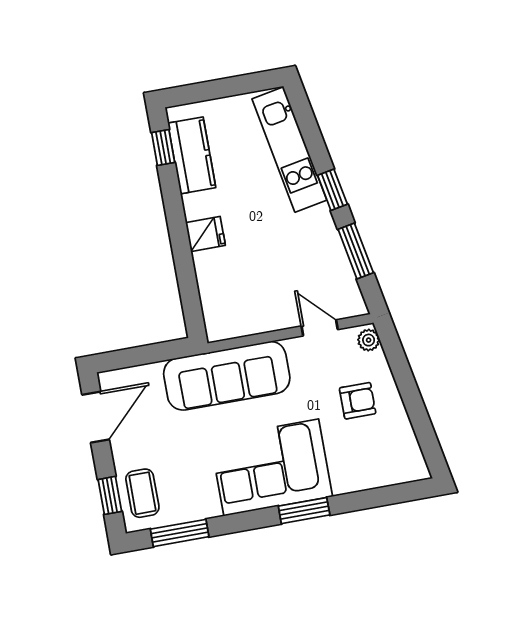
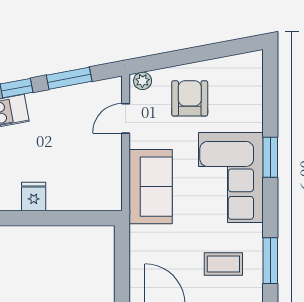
sofa: (227, 376) -> (151, 187), width x0.73
armchair: (358, 401) -> (190, 98), width x1.38, depth x1.38
coffee table: (142, 493) -> (223, 264), moved

